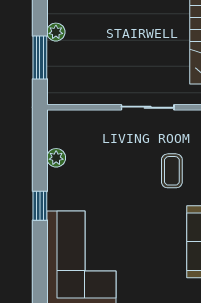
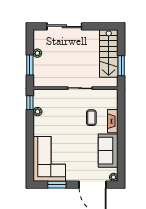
window: (40, 206) -> (30, 103), moved

